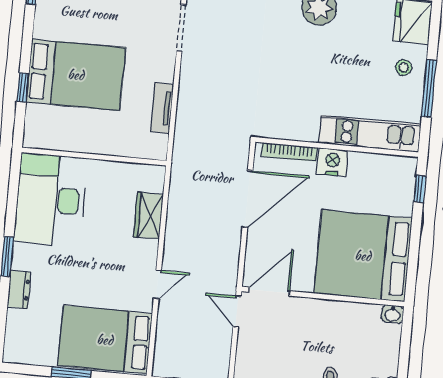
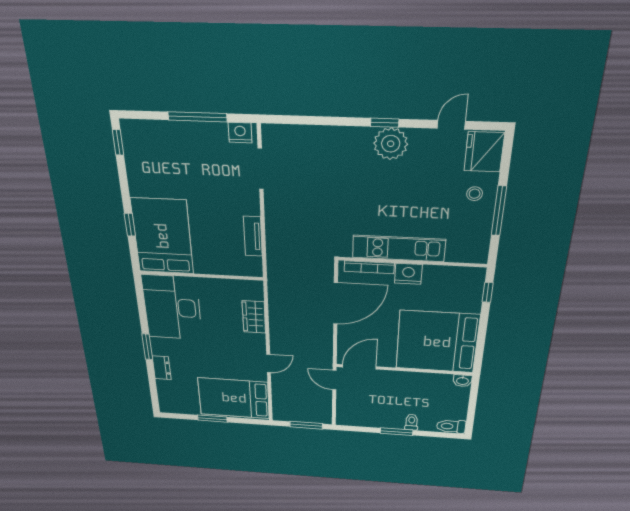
bed: (76, 75) -> (162, 236), moved, turned -90
kitchen unit: (370, 134) -> (399, 248), moved

